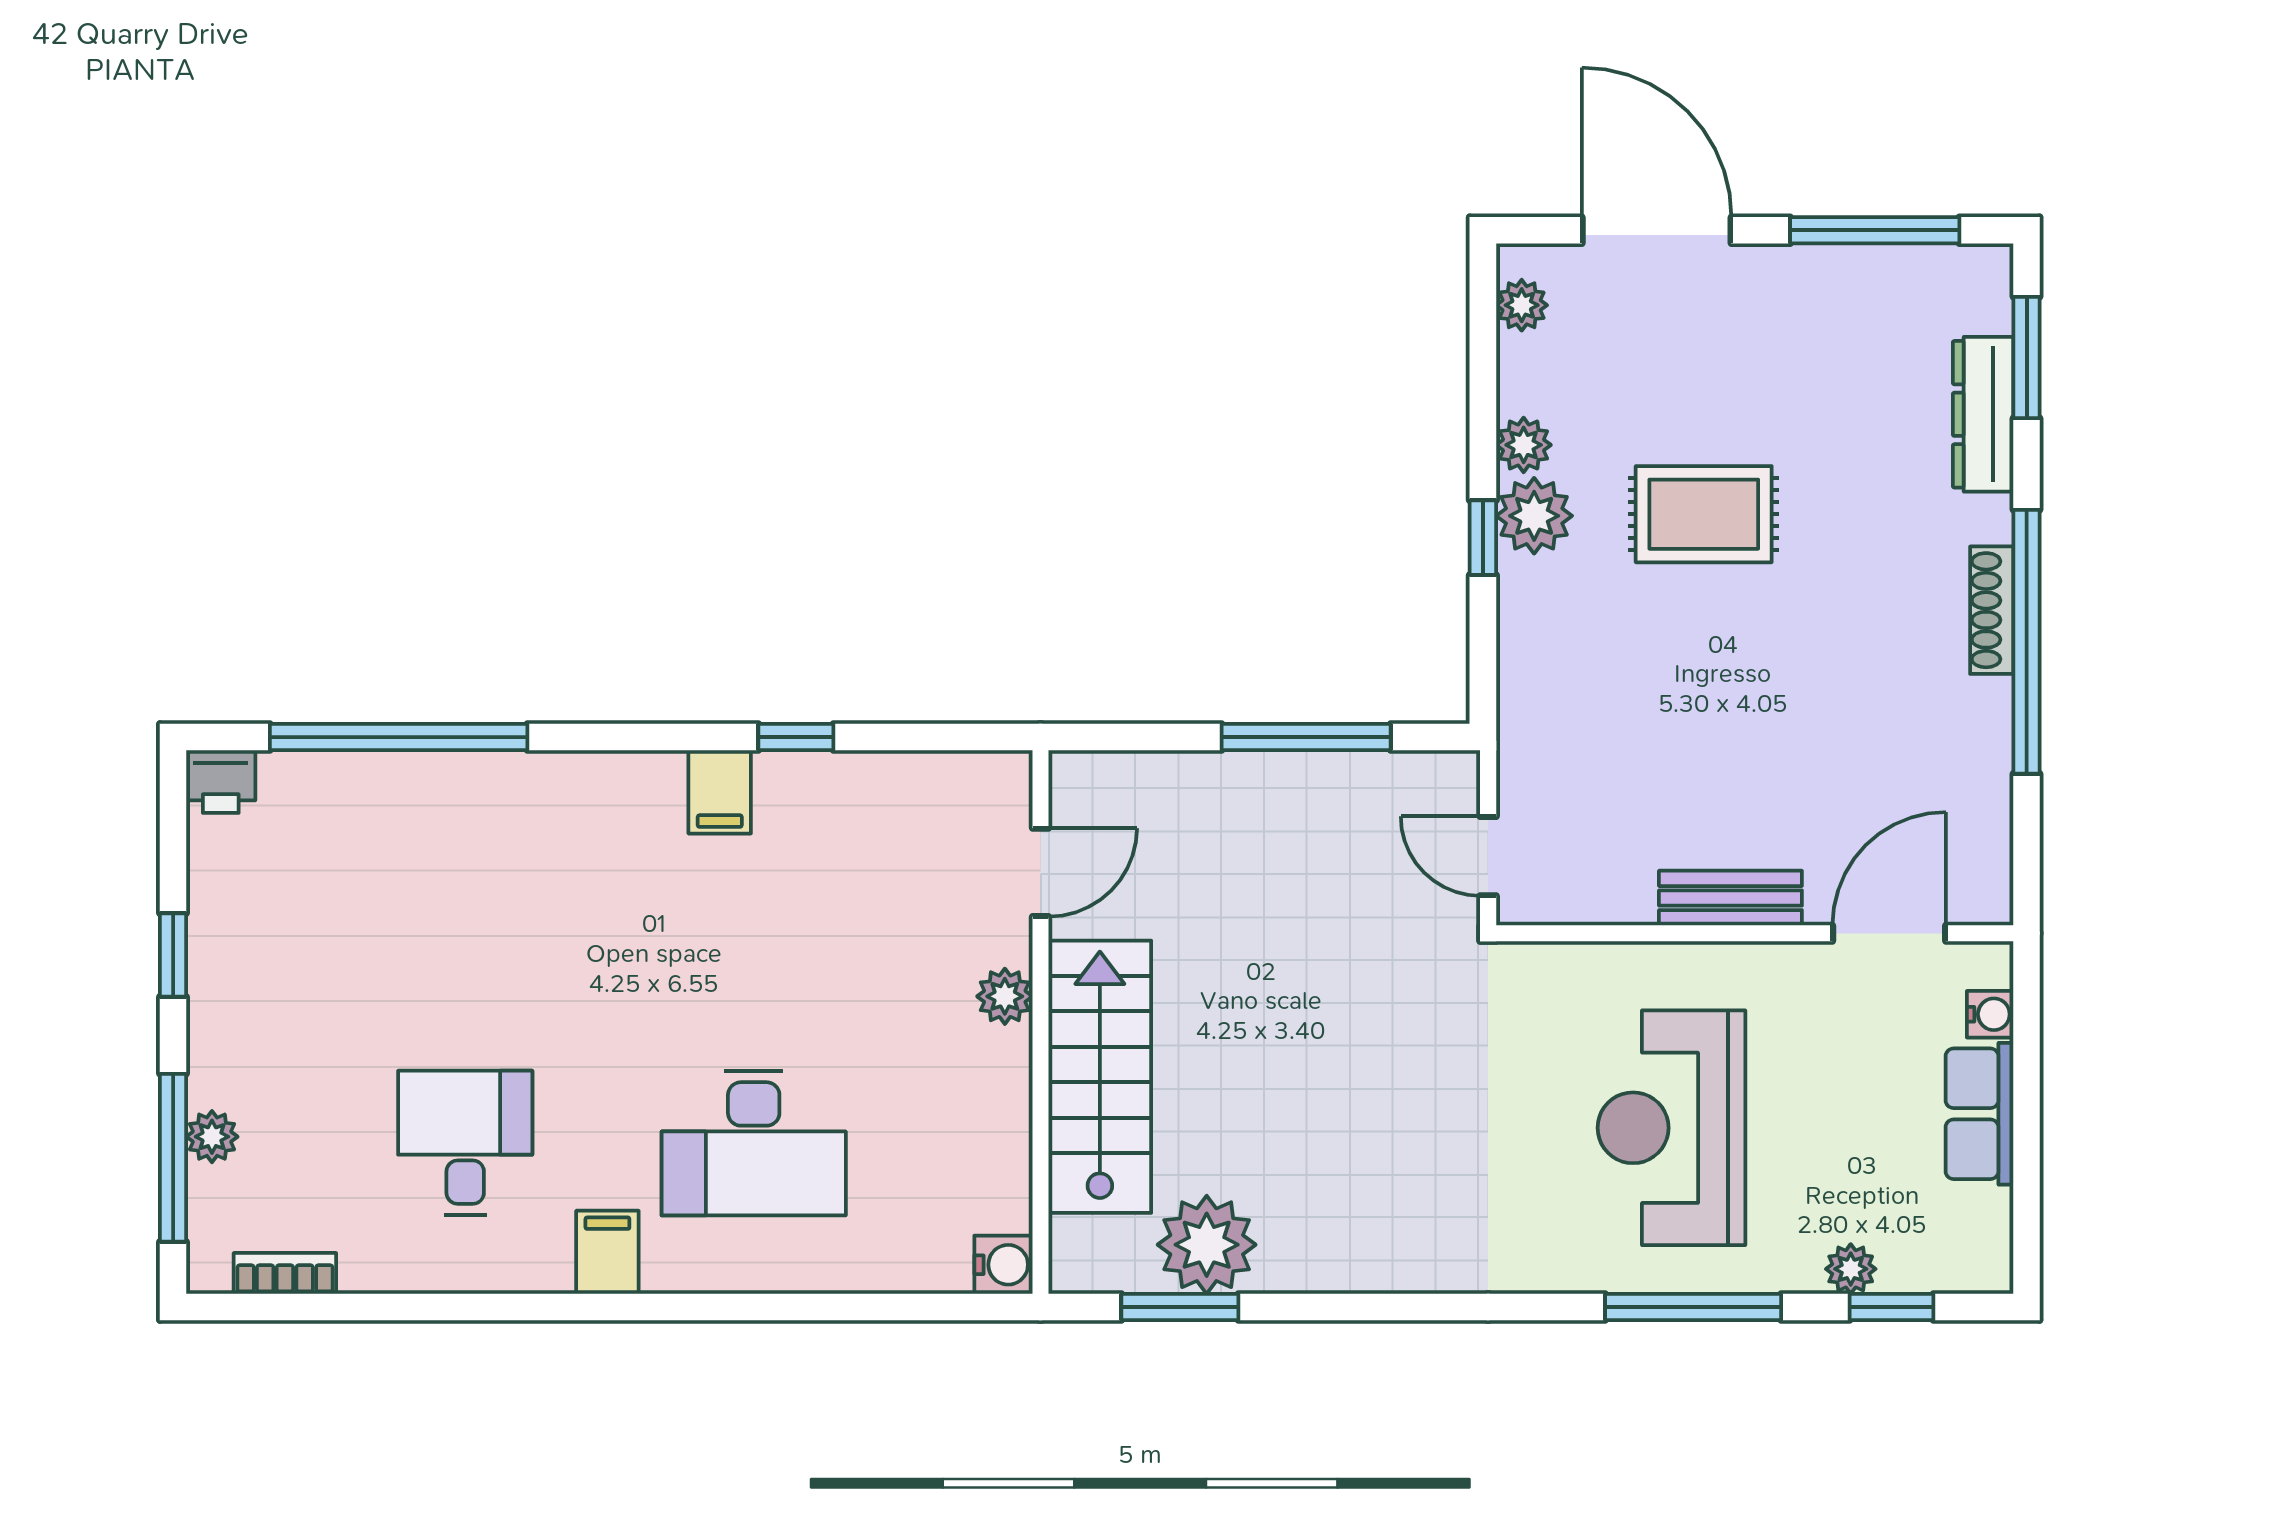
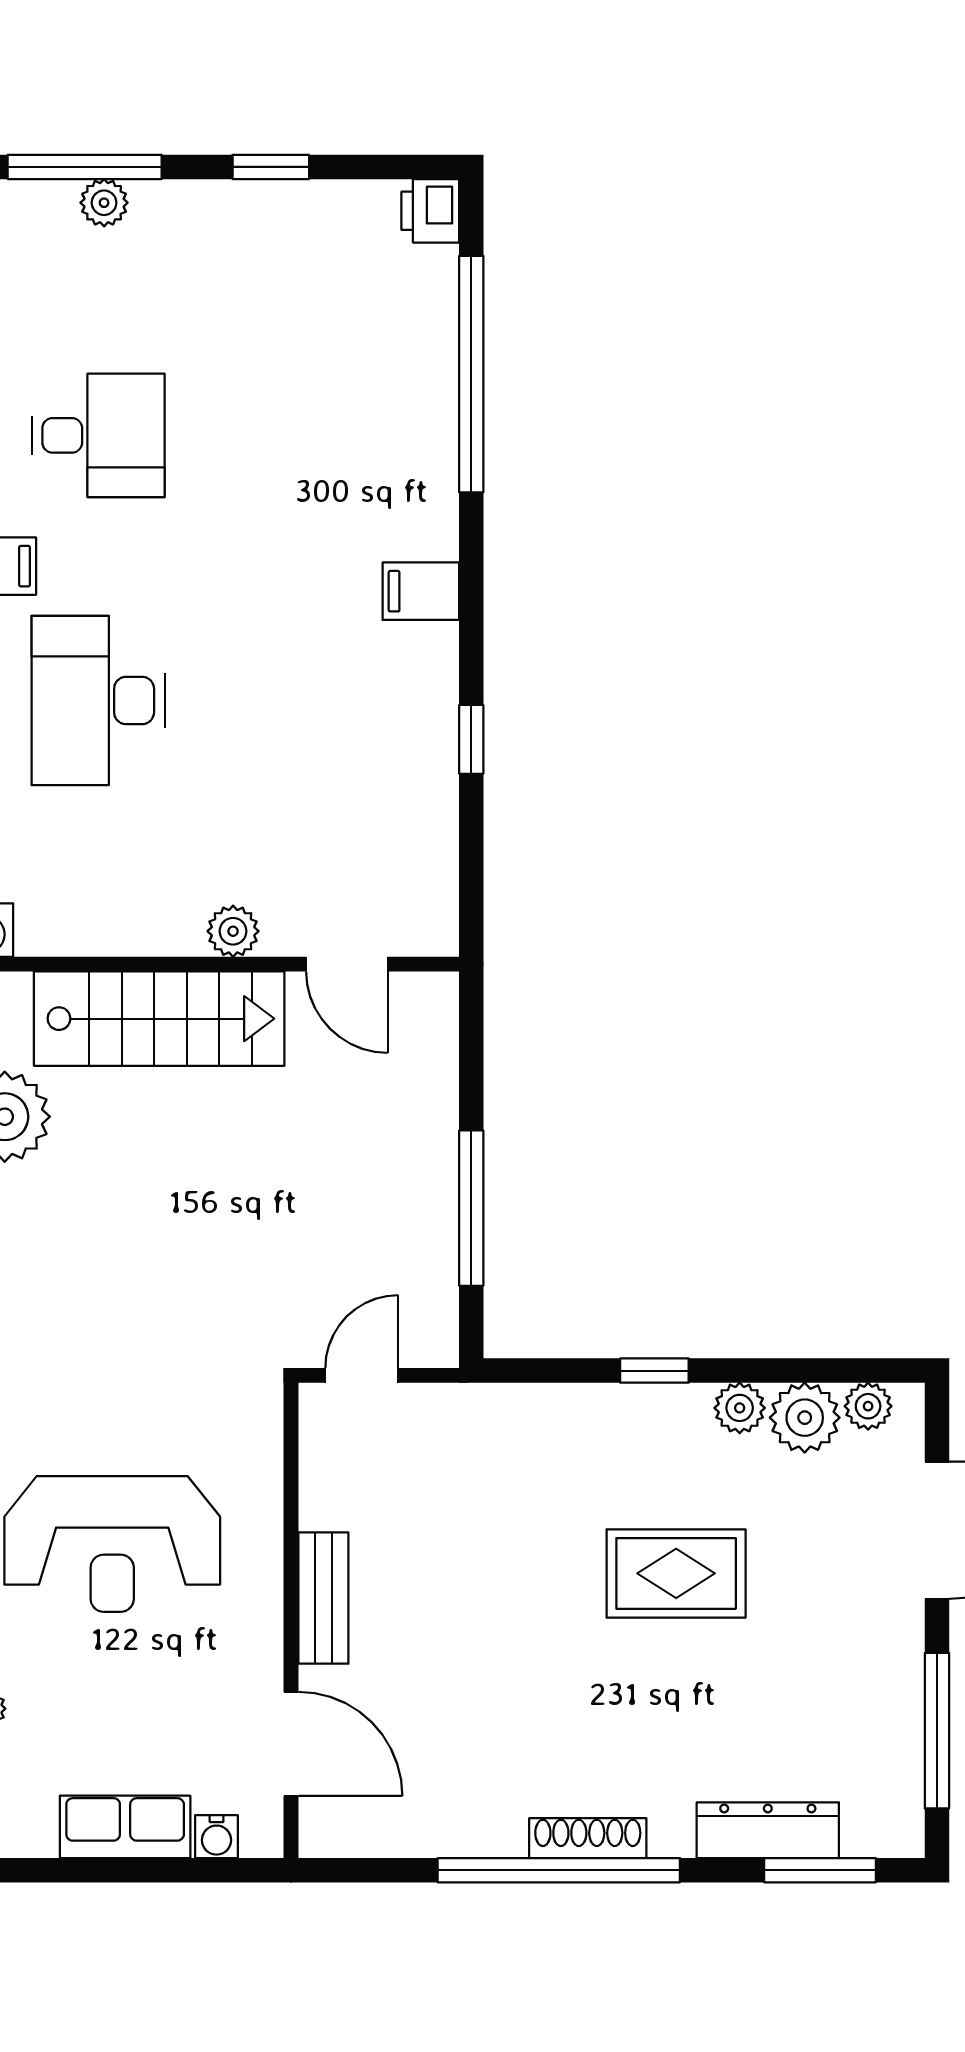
rug: (1704, 514) -> (676, 1573), turned 90
plant: (1534, 516) -> (805, 1418), moved
filing cabinet: (720, 792) -> (421, 591), moved
reception desk: (1671, 1128) -> (112, 1544), turned 180

